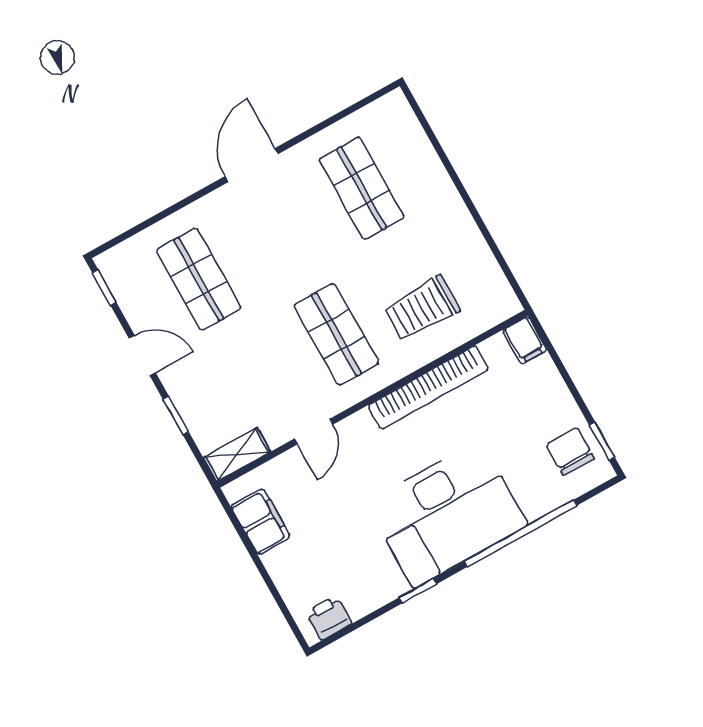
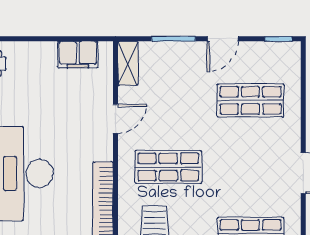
window: (176, 416) -> (174, 39), width x1.50
door: (313, 432) -> (115, 119), swing flipped

